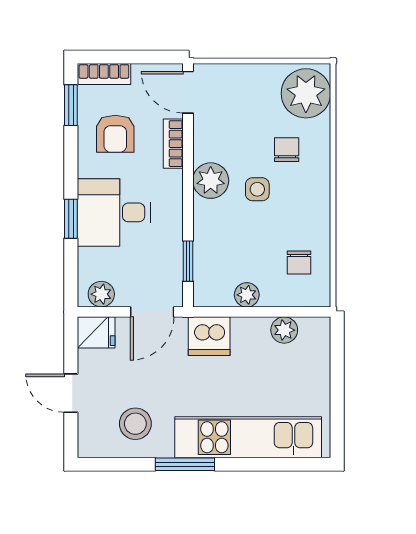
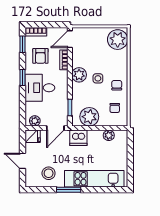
door: (188, 92) -> (70, 39), hinge flipped
chair: (287, 150) -> (117, 85), moved
window: (71, 219) -> (22, 77), moved
plant: (247, 295) -> (89, 117), width x1.88, depth x1.88

